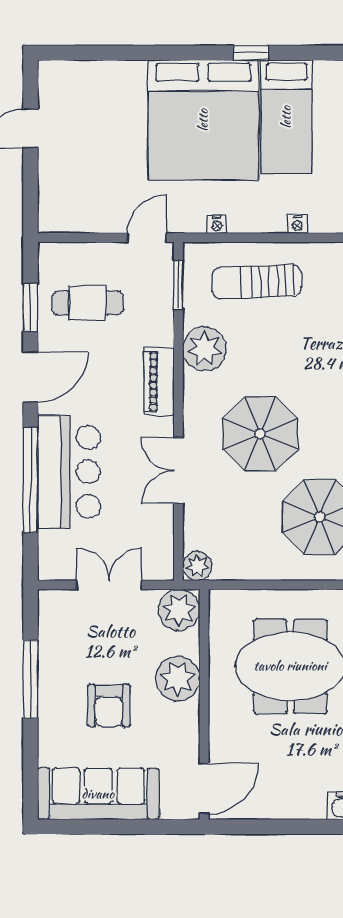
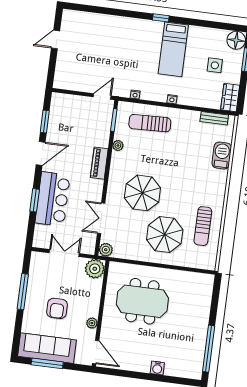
bed: (203, 120) -> (135, 46), removed
cafe table: (88, 303) -> (71, 123), removed
plant: (205, 349) -> (118, 146), width x0.53, depth x0.53
double door: (178, 470) -> (101, 218), moved
window: (30, 480) -> (35, 200), width x0.47
plant: (178, 679) -> (92, 323), moved, width x0.53, depth x0.53
door: (204, 789) -> (96, 352), hinge flipped
window: (103, 827) -> (47, 363), added

